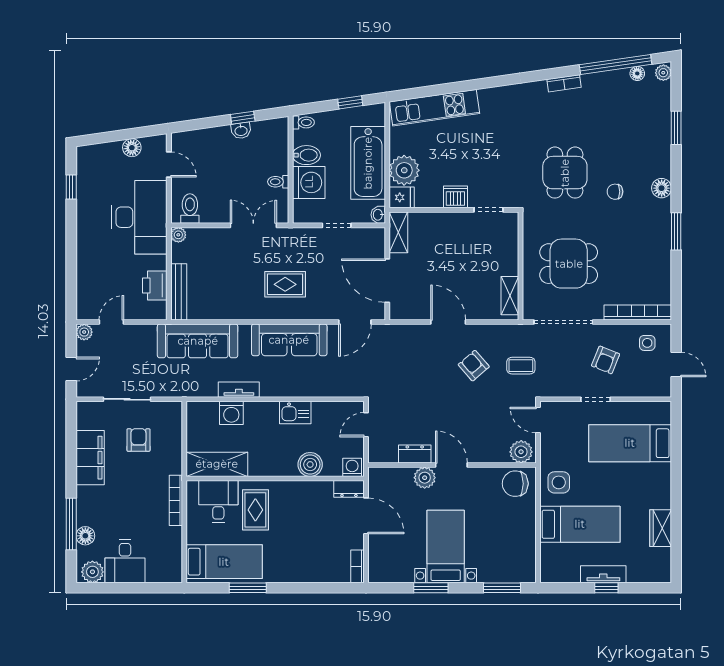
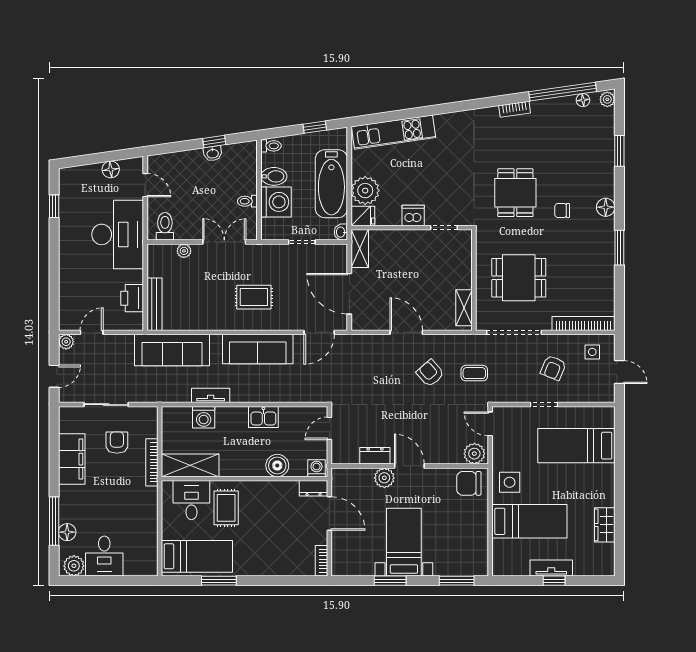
plant: (178, 235) -> (184, 251), moved
bookcase: (176, 500) -> (152, 462), moved

